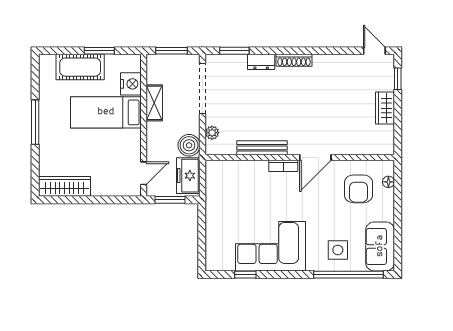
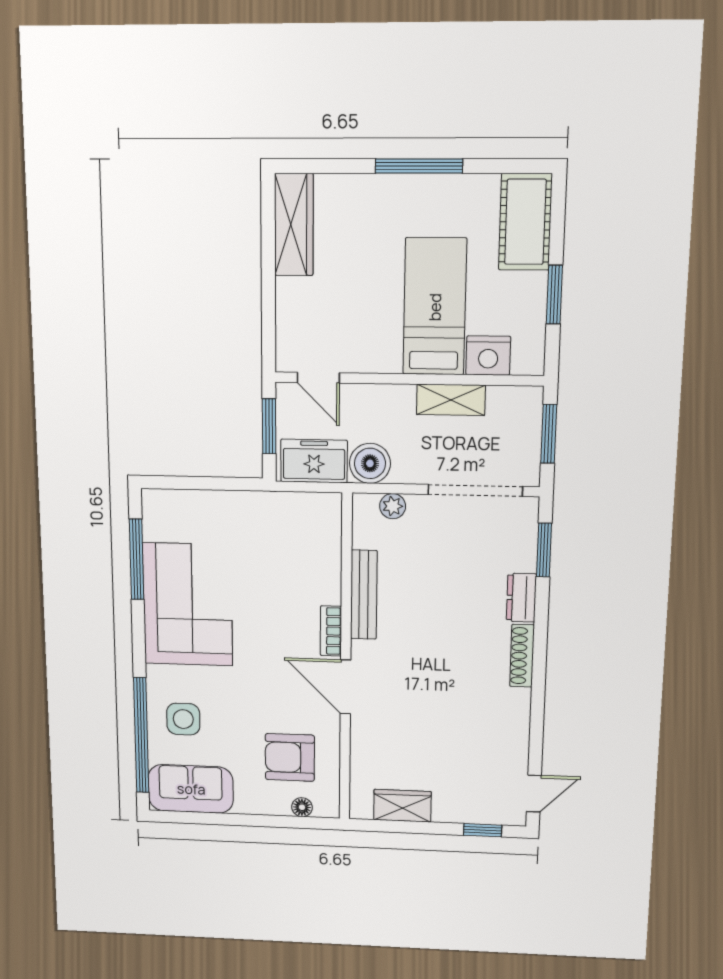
cot: (80, 67) -> (525, 222), moved
wardrobe: (385, 108) -> (402, 806), moved
window: (245, 275) -> (137, 559), width x2.17

